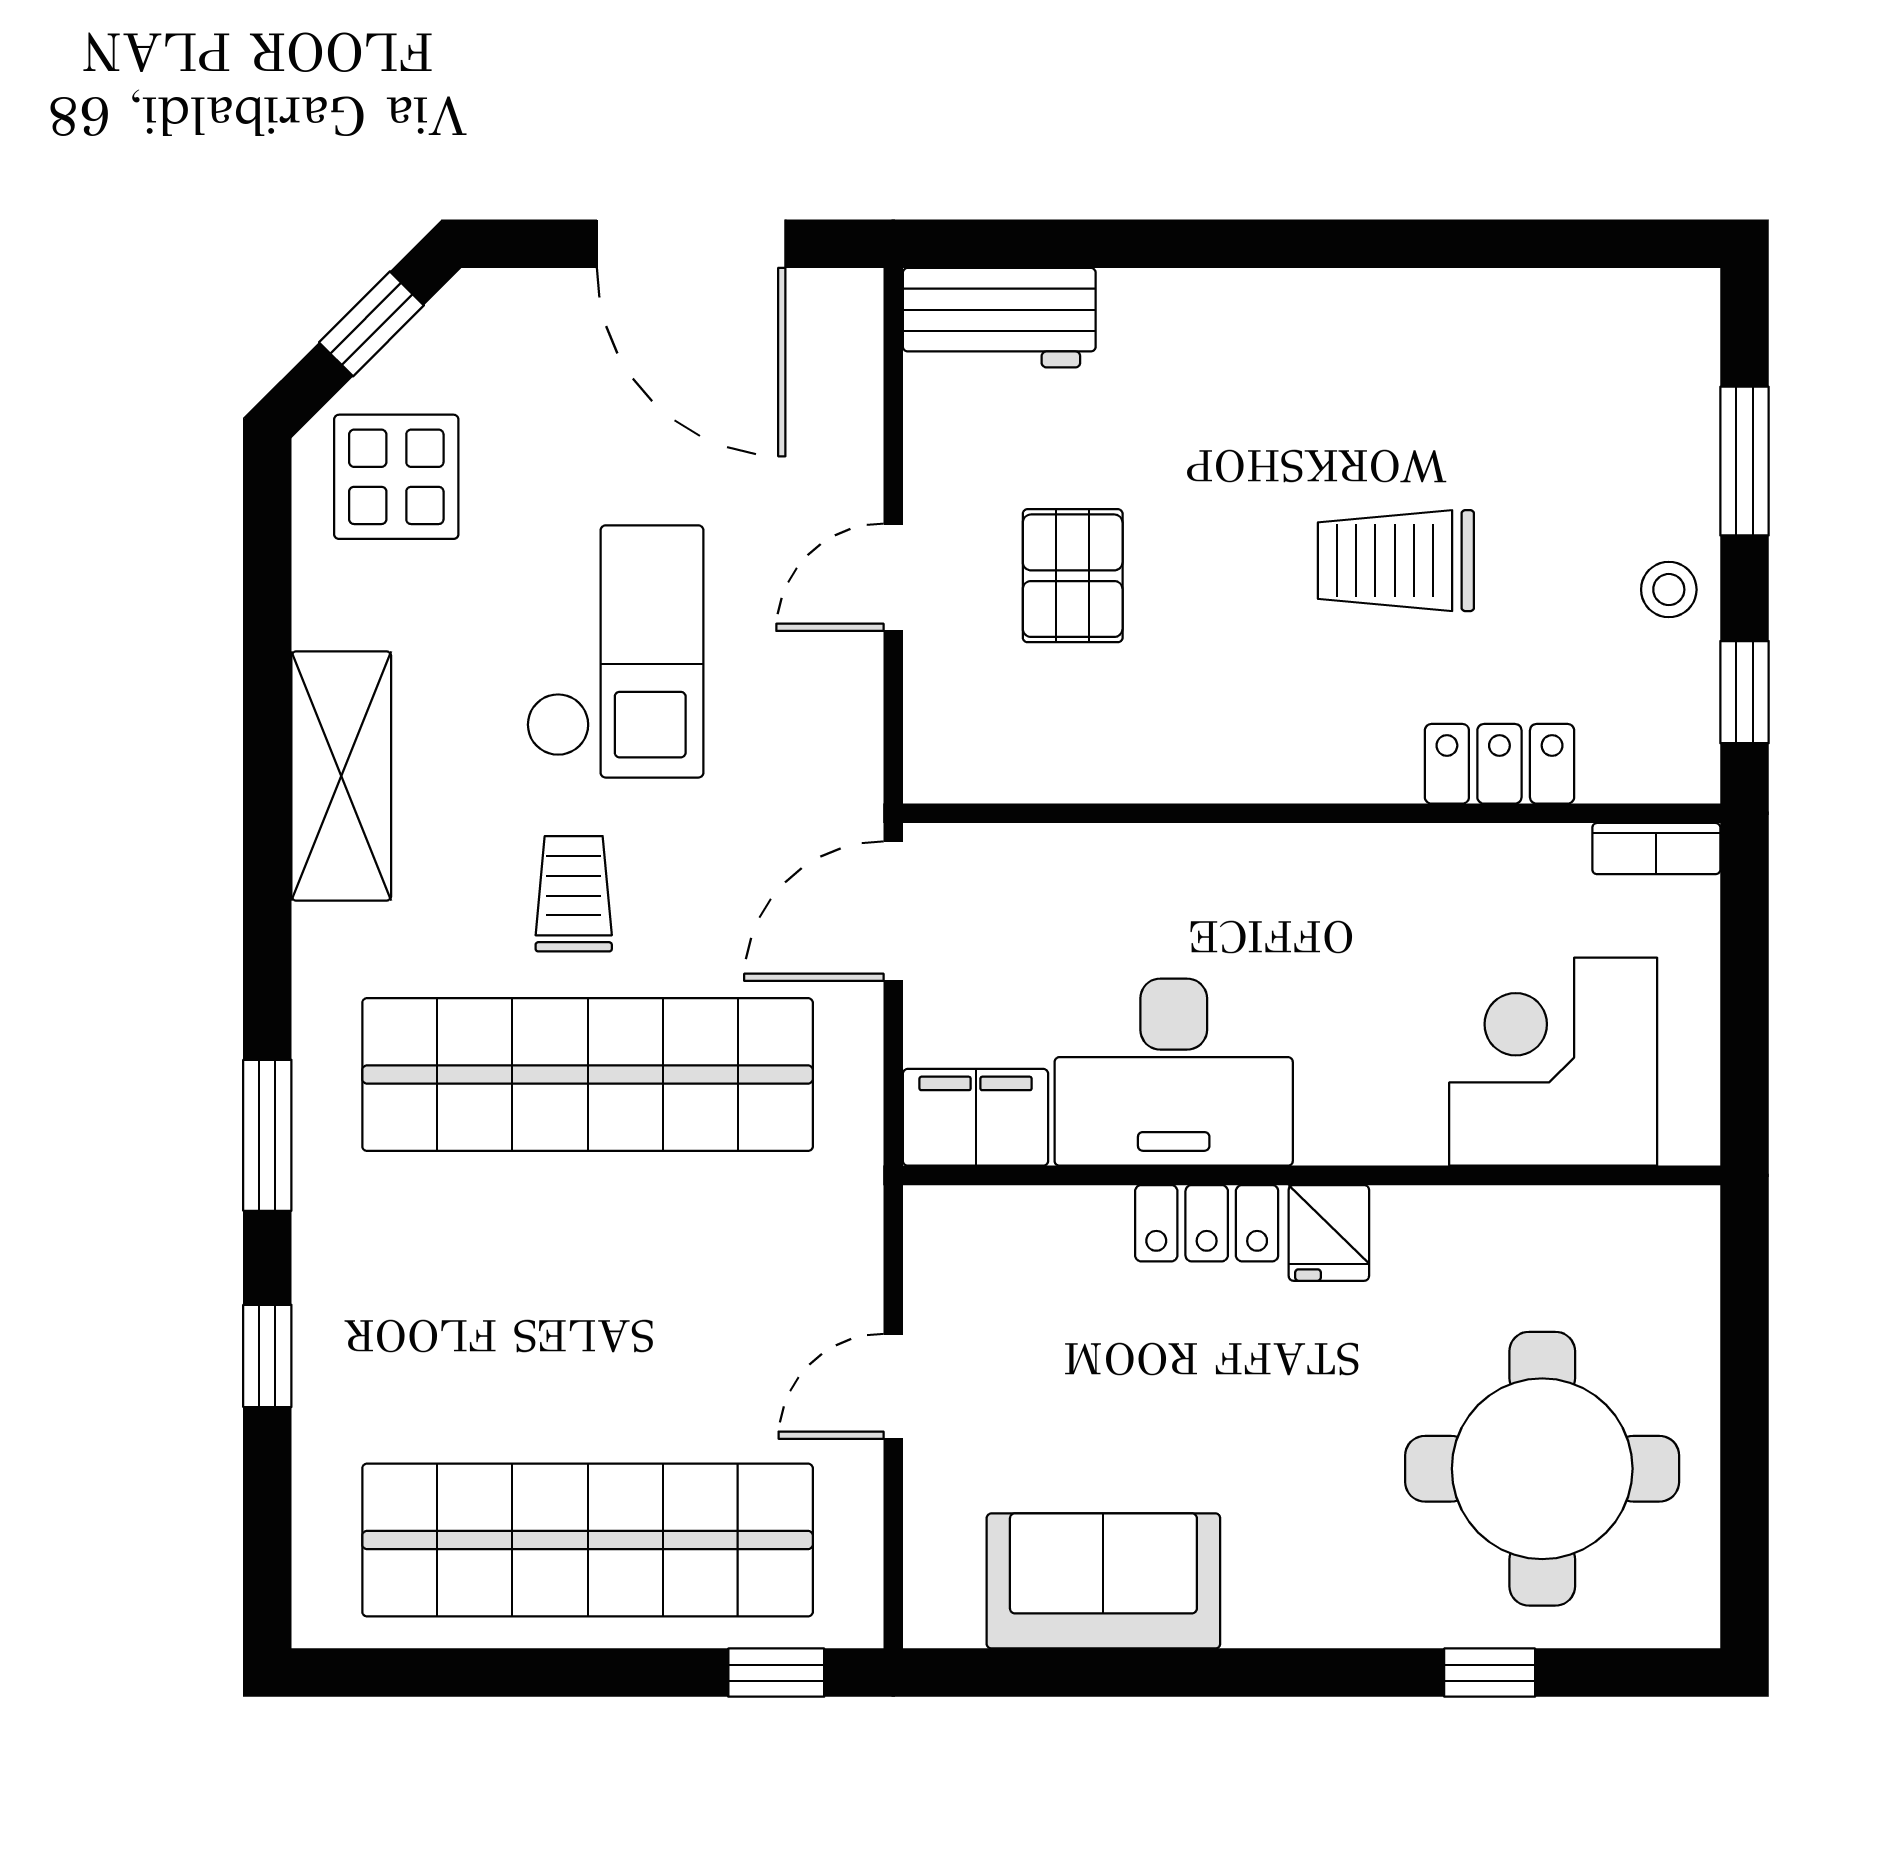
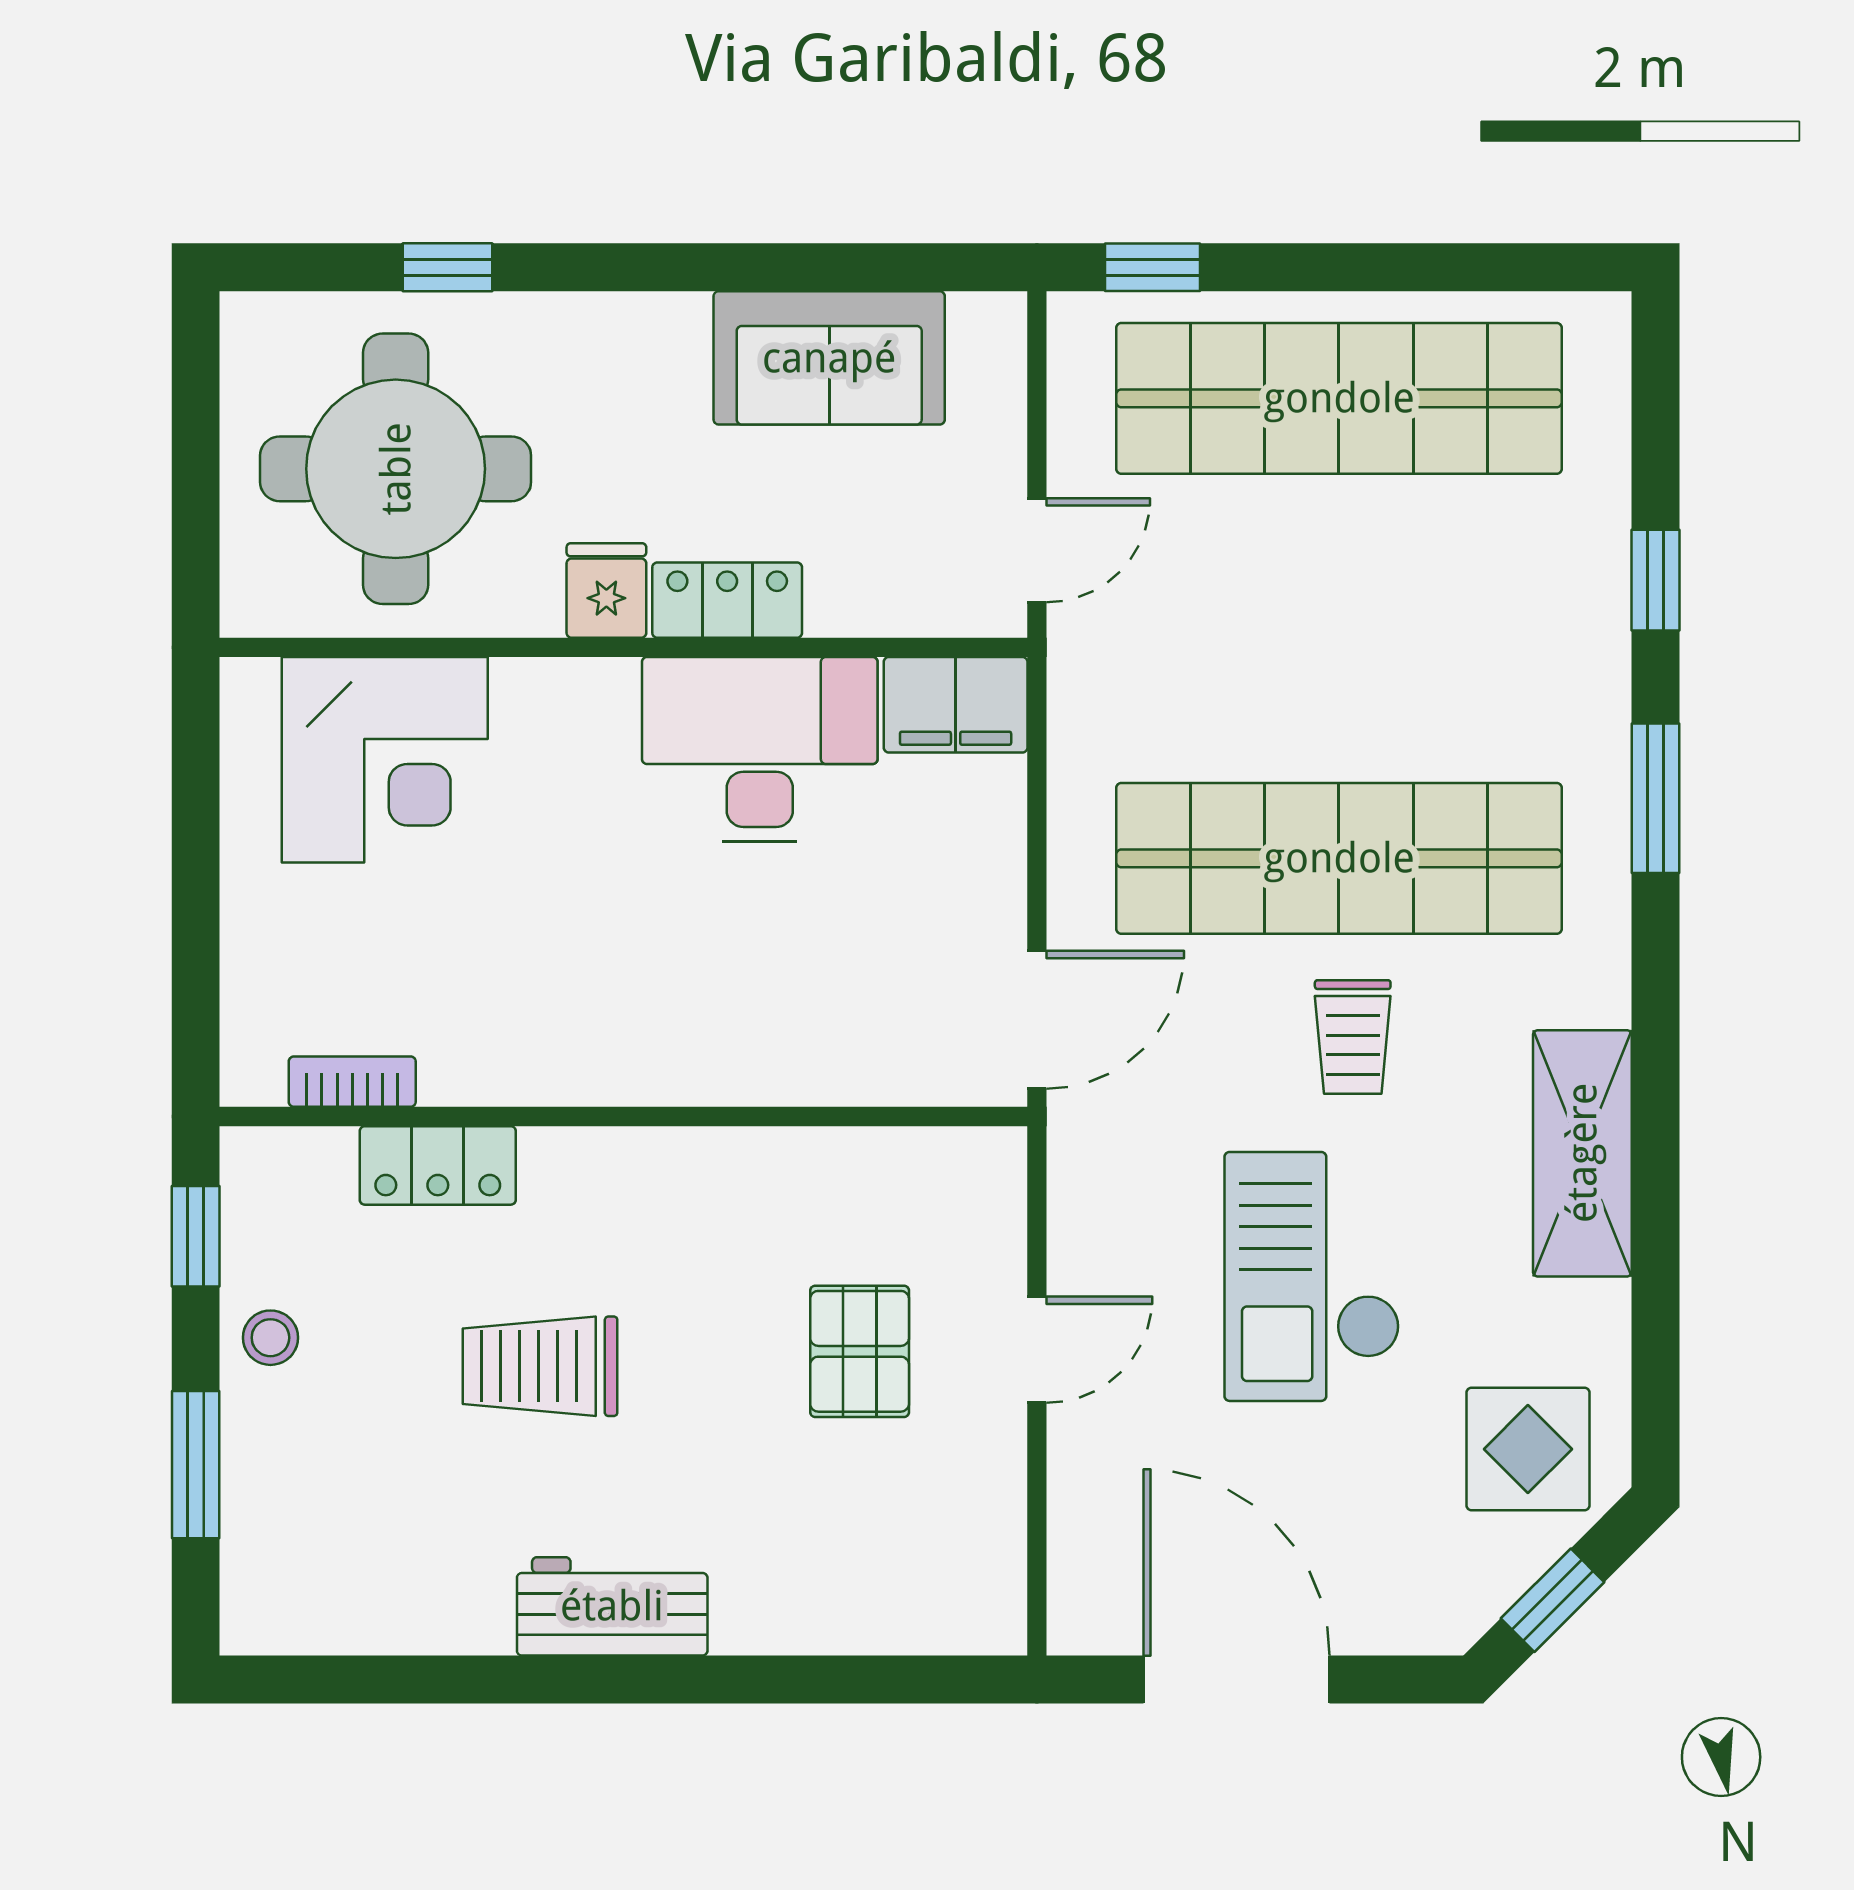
workbench: (999, 318) -> (612, 1606), moved
trolley: (1396, 561) -> (540, 1366), turned 180
bookcase: (1656, 849) -> (352, 1082), moved
corner desk: (1553, 1062) -> (385, 760), moved
desk: (1174, 1072) -> (760, 749), moved
filing cabinet: (976, 1117) -> (956, 705), moved
wall: (1312, 1175) -> (623, 647), moved
locker: (1207, 1223) -> (727, 600), moved
fridge: (1329, 1233) -> (606, 591), moved

